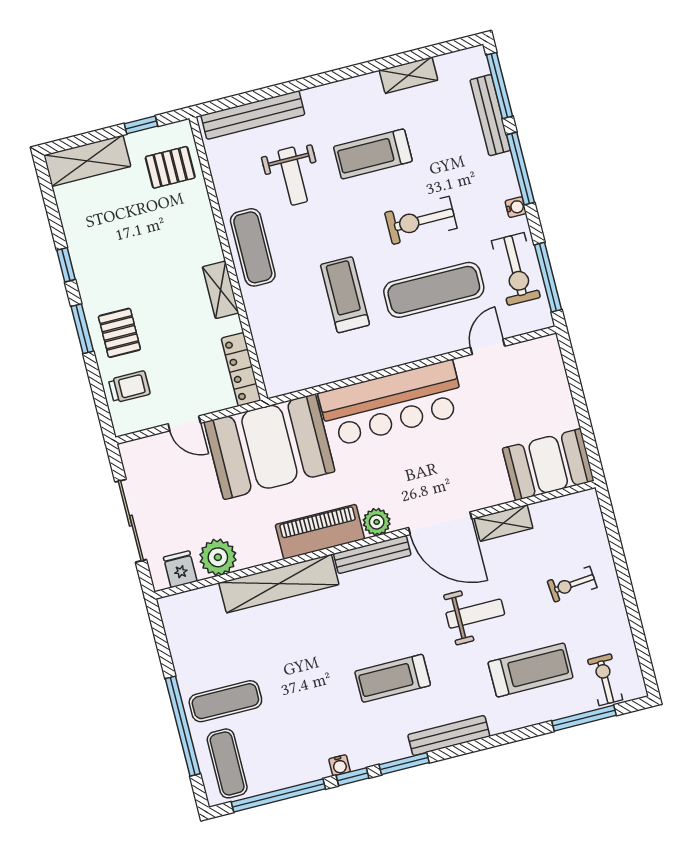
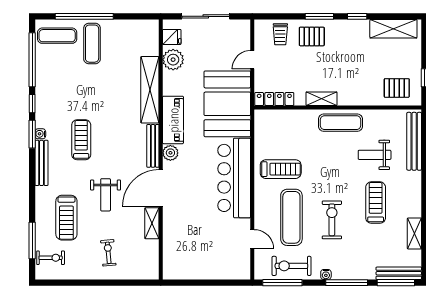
bench: (490, 115) -> (399, 273), moved
shelving: (87, 161) -> (393, 29), moved, turned 90
pallet: (170, 167) -> (397, 88), turned 90
treadmill: (345, 295) -> (281, 169), moved
booth: (548, 465) -> (178, 256), removed
water cooler: (340, 765) -> (40, 134), moved

